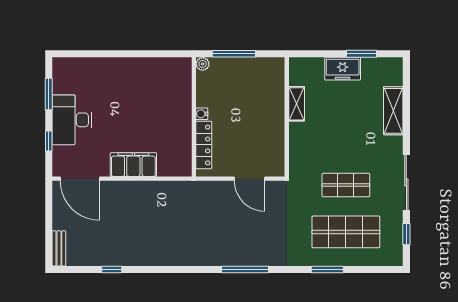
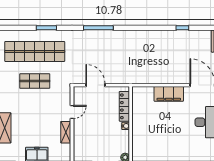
door: (287, 136) -> (72, 112), added
shop shelf: (346, 232) -> (35, 51), width x1.40

